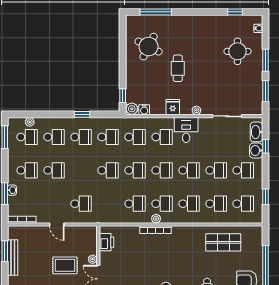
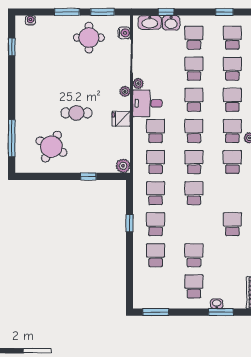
round table: (238, 51) -> (89, 38), moved
window: (123, 96) -> (88, 176), moved
water cooler: (144, 110) -> (124, 33), moved
plant: (30, 122) -> (138, 83), moved
school desk: (27, 137) -> (156, 286), removed

